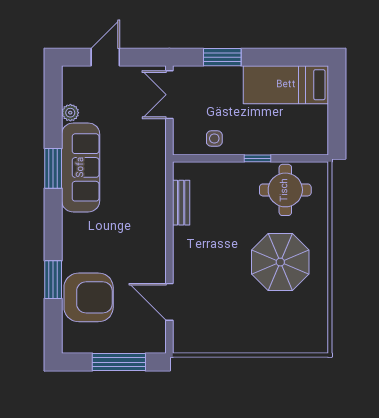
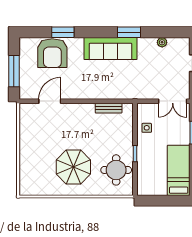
double door: (169, 95) -> (173, 101), swing flipped
sofa: (81, 167) -> (111, 49), moved

